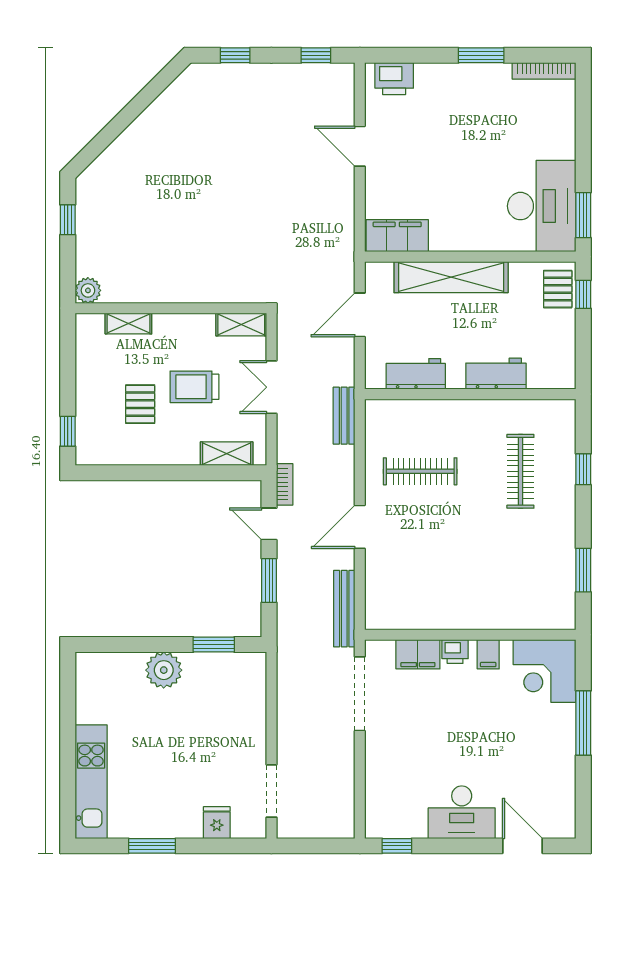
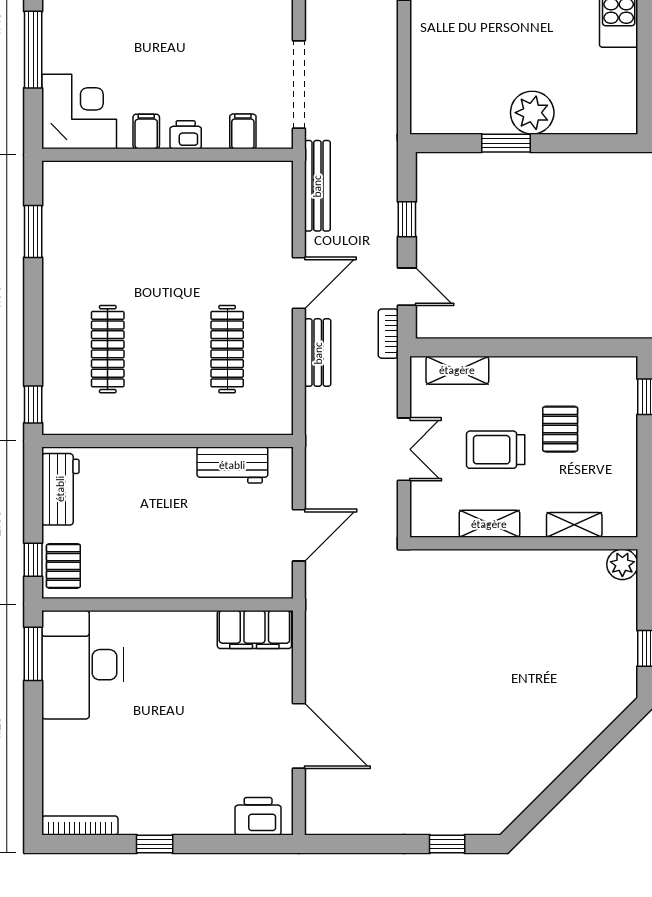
window: (316, 55) -> (351, 844), removed
window: (481, 55) -> (155, 844), width x0.67
door: (360, 146) -> (299, 736), width x1.36
shelving: (451, 277) -> (190, 580), removed
shelving: (241, 325) -> (489, 524), moved
workbench: (496, 374) -> (60, 489), moved, turned -90
trolley: (194, 387) -> (496, 450), turned 180
bench: (344, 416) -> (318, 353), moved
window: (583, 469) -> (33, 405), moved
clothes rail: (420, 471) -> (227, 349), turned 90
window: (269, 581) -> (407, 219), width x0.67
window: (214, 645) -> (506, 143), moved
filing cabinet: (418, 654) -> (243, 131), width x0.50

